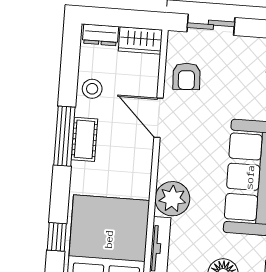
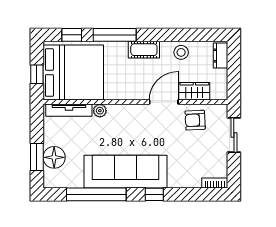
wardrobe: (140, 40) -> (194, 91), moved, turned 90
window: (64, 136) -> (115, 35), moved
plant: (172, 199) -> (100, 111), width x0.53, depth x0.53

